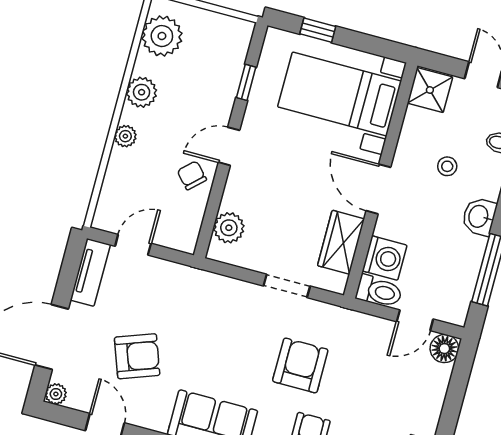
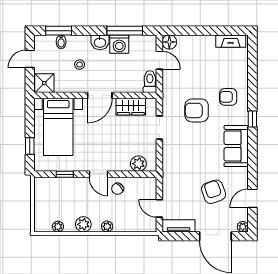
plant: (162, 36) -> (58, 227), width x0.53, depth x0.53
washing machine: (385, 258) -> (119, 44), moved, turned 180

